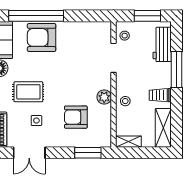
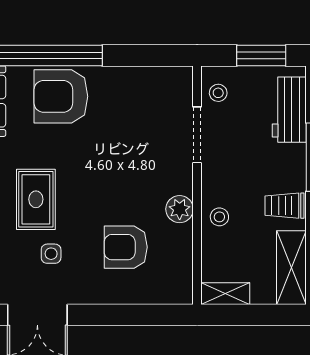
rug: (28, 92) -> (36, 199), turned 90
window: (88, 153) -> (148, 315), removed

